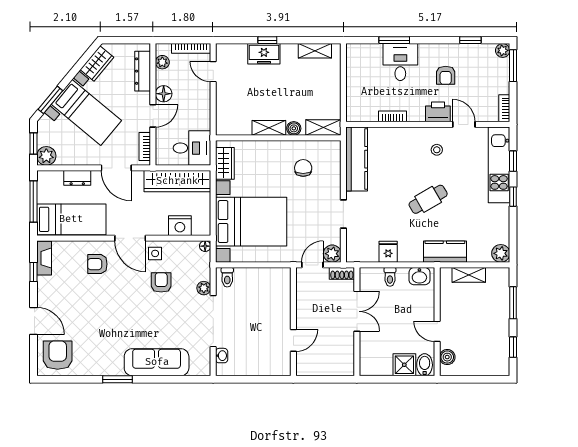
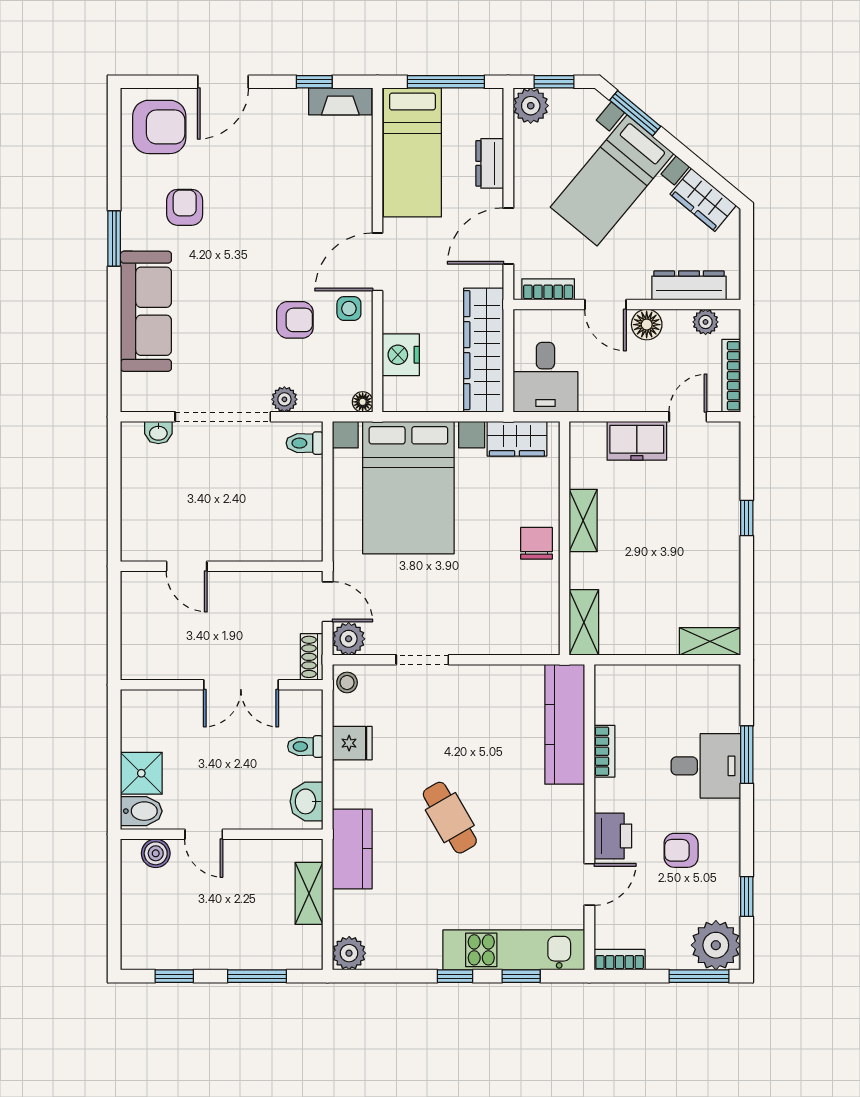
plant: (503, 50) -> (716, 945), width x1.88, depth x1.88
shelving: (315, 51) -> (710, 641), moved, turned 90
freezer: (264, 54) -> (637, 441), moved, turned -90
boiler: (294, 128) -> (582, 567), removed
stool: (437, 150) -> (347, 683), moved
kitchen counter: (357, 159) -> (565, 724), moved, turned 90
chair: (303, 168) -> (537, 543), moved, turned -90
armchair: (97, 264) -> (185, 207), moved
door: (437, 331) -> (204, 834), swing flipped

